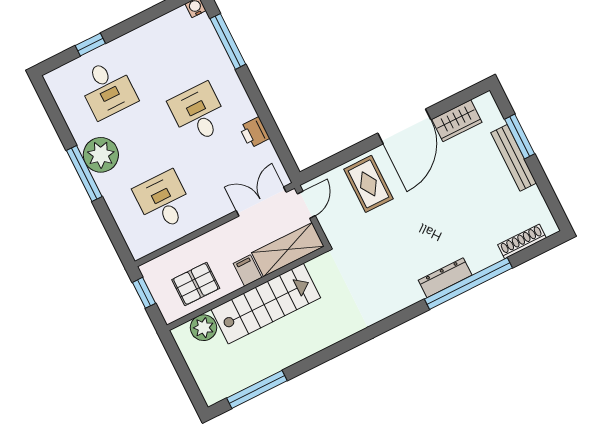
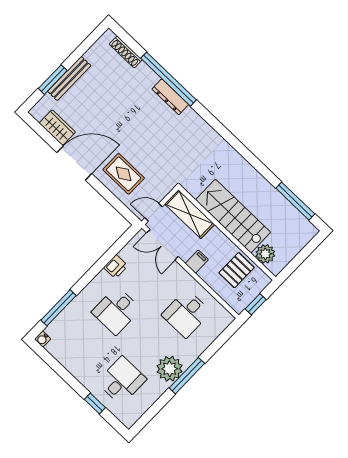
rug: (368, 184) -> (124, 174), turned 90
filing cabinet: (248, 270) -> (197, 262), moved, turned 180
pallet: (196, 284) -> (237, 270), turned 90

